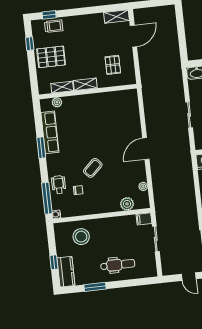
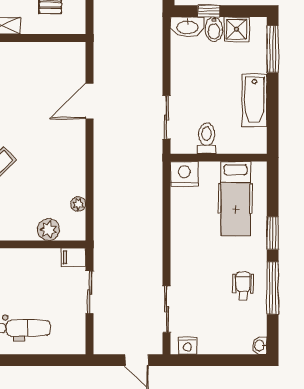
sliding door: (189, 115) -> (167, 117), moved
door: (146, 149) -> (89, 101), moved

